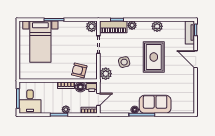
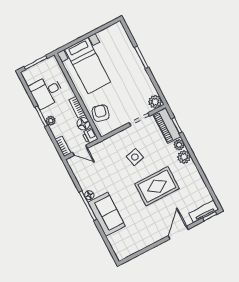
plant: (157, 26) -> (184, 157), moved
bed with nightstands: (40, 42) -> (88, 66), moved, turned -90
plant: (106, 74) -> (112, 144), removed
desk: (30, 102) -> (46, 92), moved

